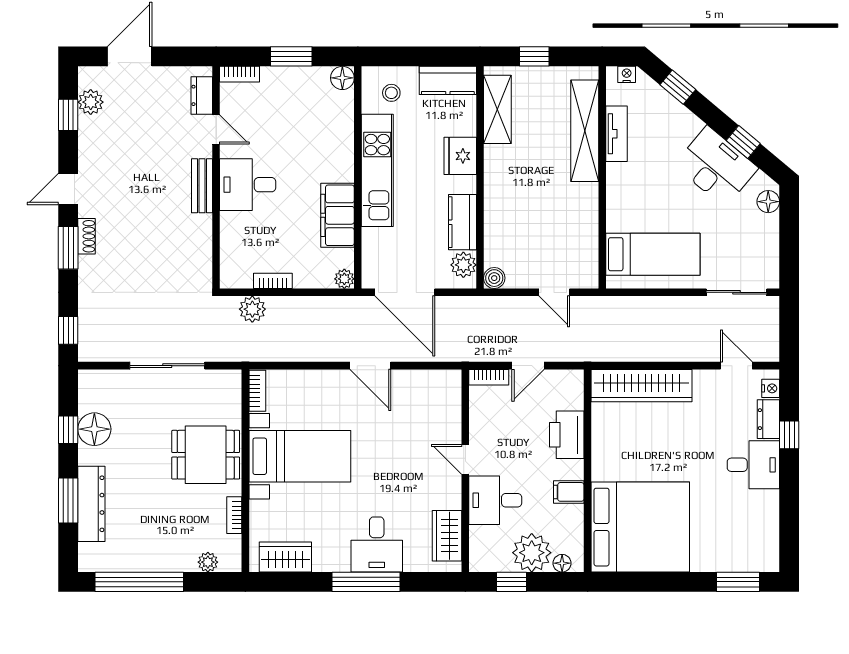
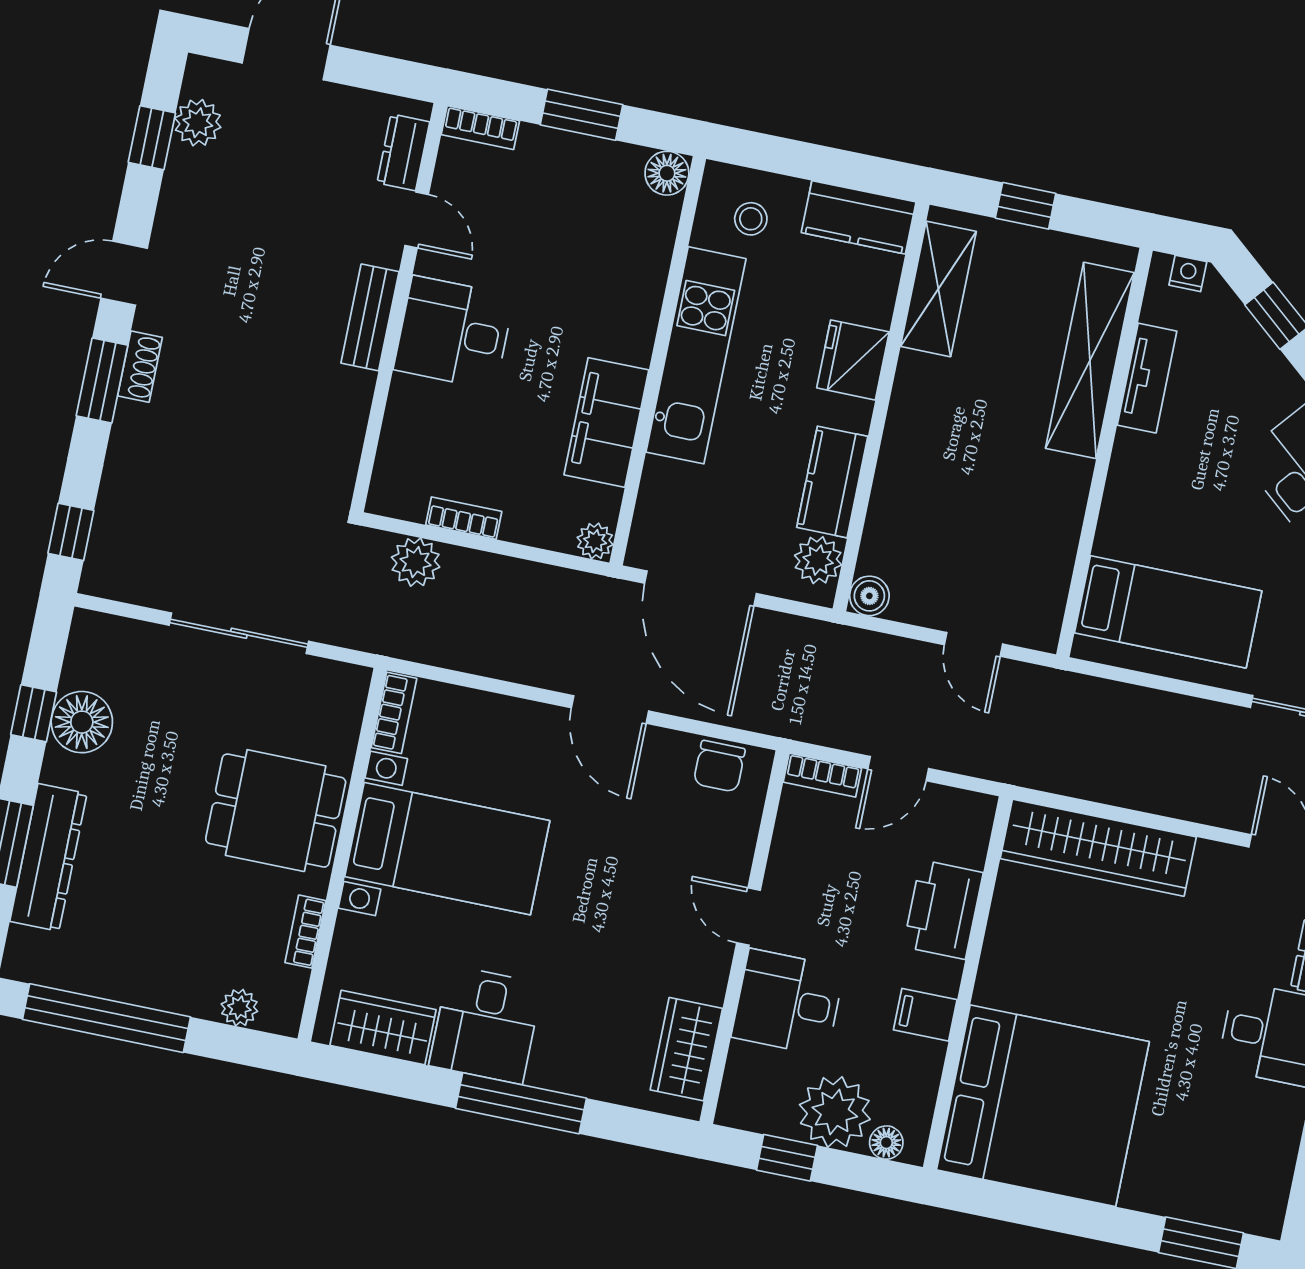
chair: (434, 384) -> (719, 766), added
desk: (377, 544) -> (486, 1025), moved

